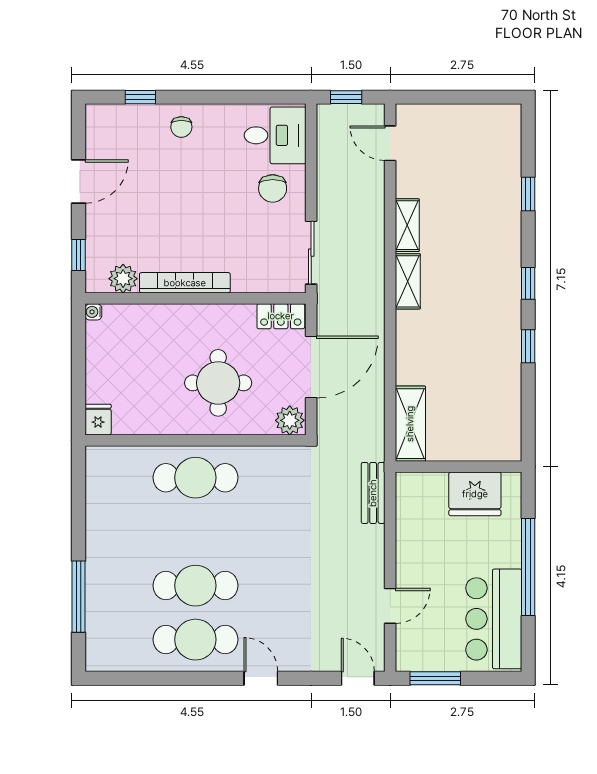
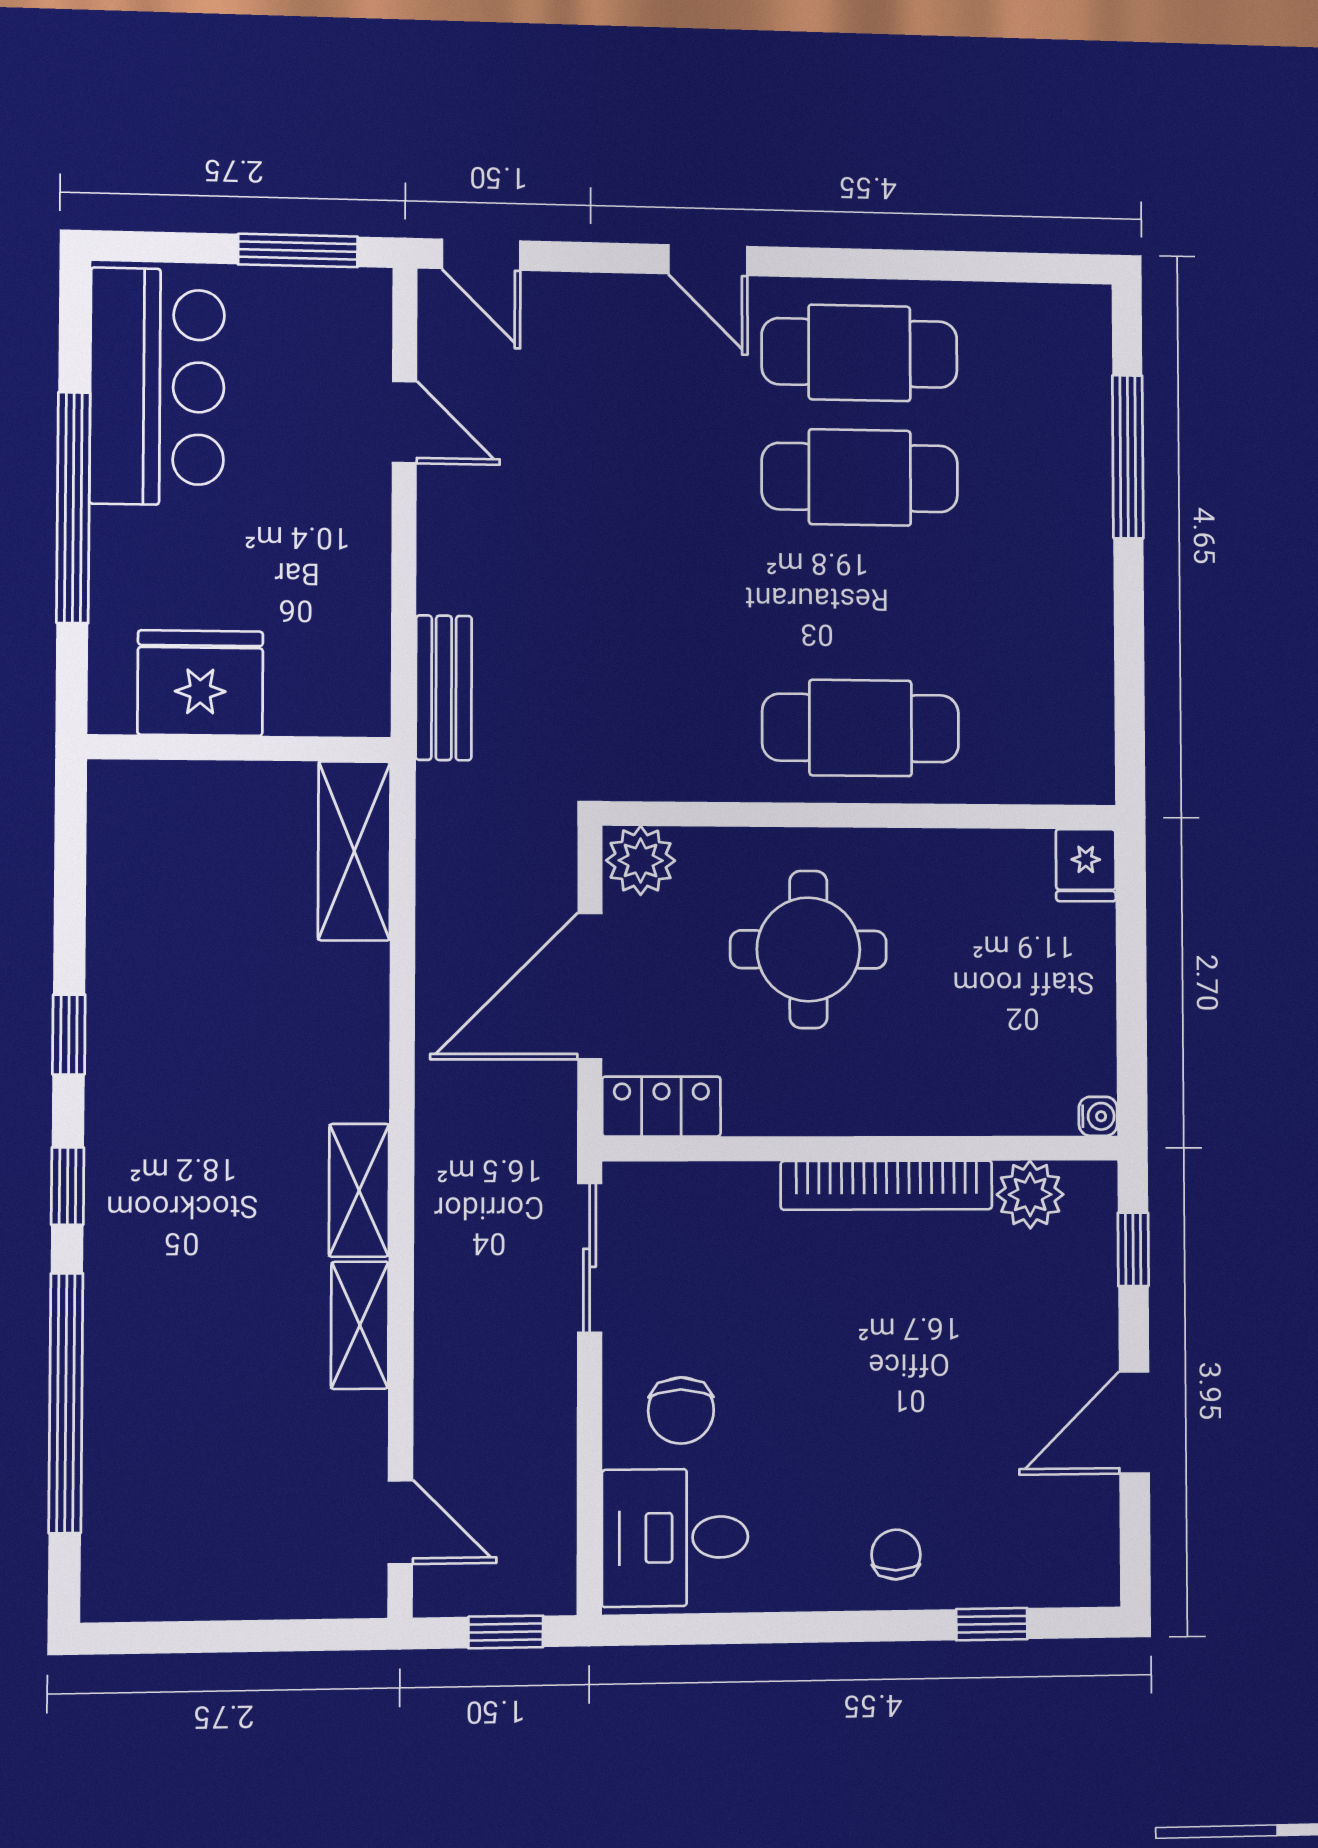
chair: (273, 188) -> (681, 1410), turned 180
window: (528, 194) -> (66, 1403), width x3.17
door: (390, 606) -> (404, 422), swing flipped

